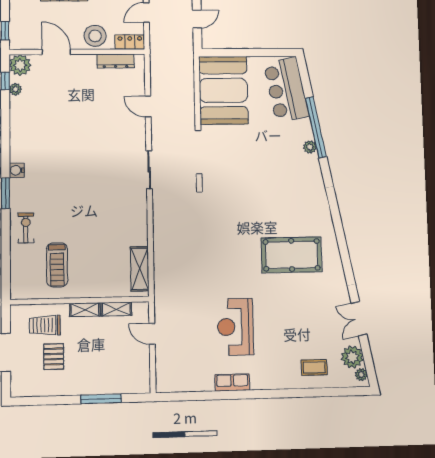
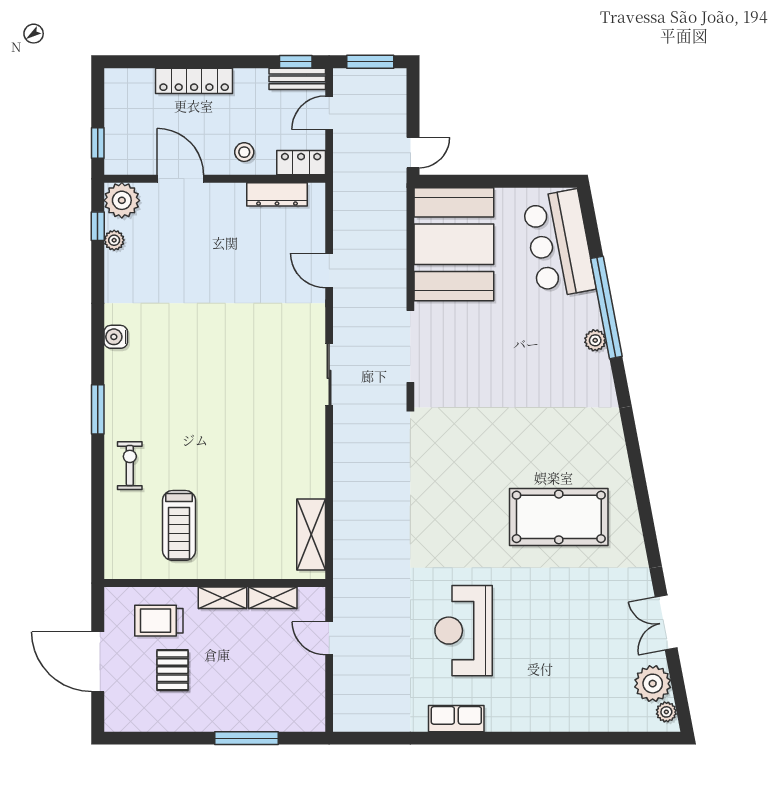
door: (197, 19) -> (413, 153), moved
stool: (95, 36) -> (244, 152), width x0.53, depth x0.53
water cooler: (17, 170) -> (116, 337), moved
coffee table: (314, 367) -> (590, 698), removed

